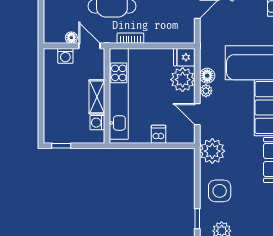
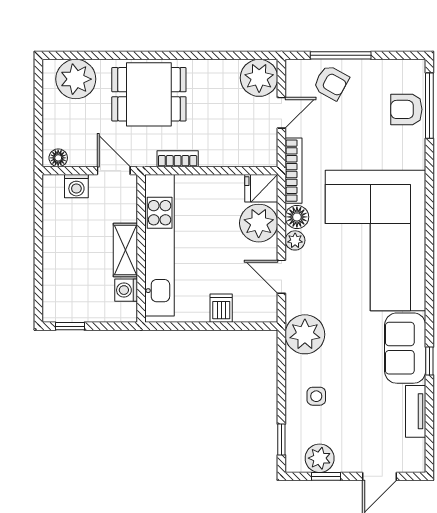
floor lamp: (71, 38) -> (58, 158), moved
bookcase: (205, 46) -> (294, 171), added
side table: (220, 191) -> (316, 396), width x0.54, depth x0.54

